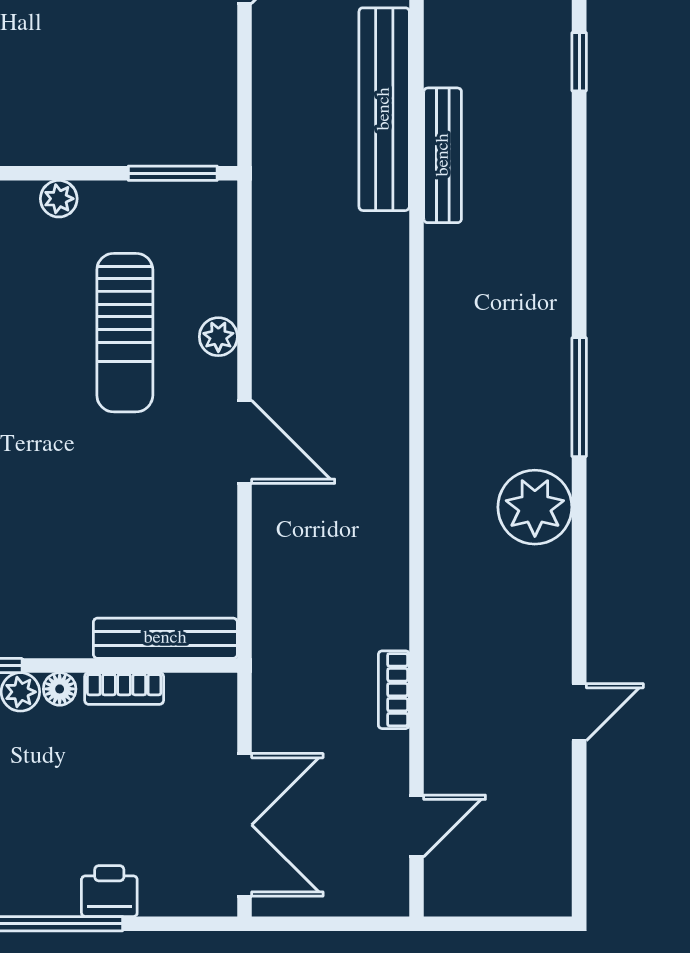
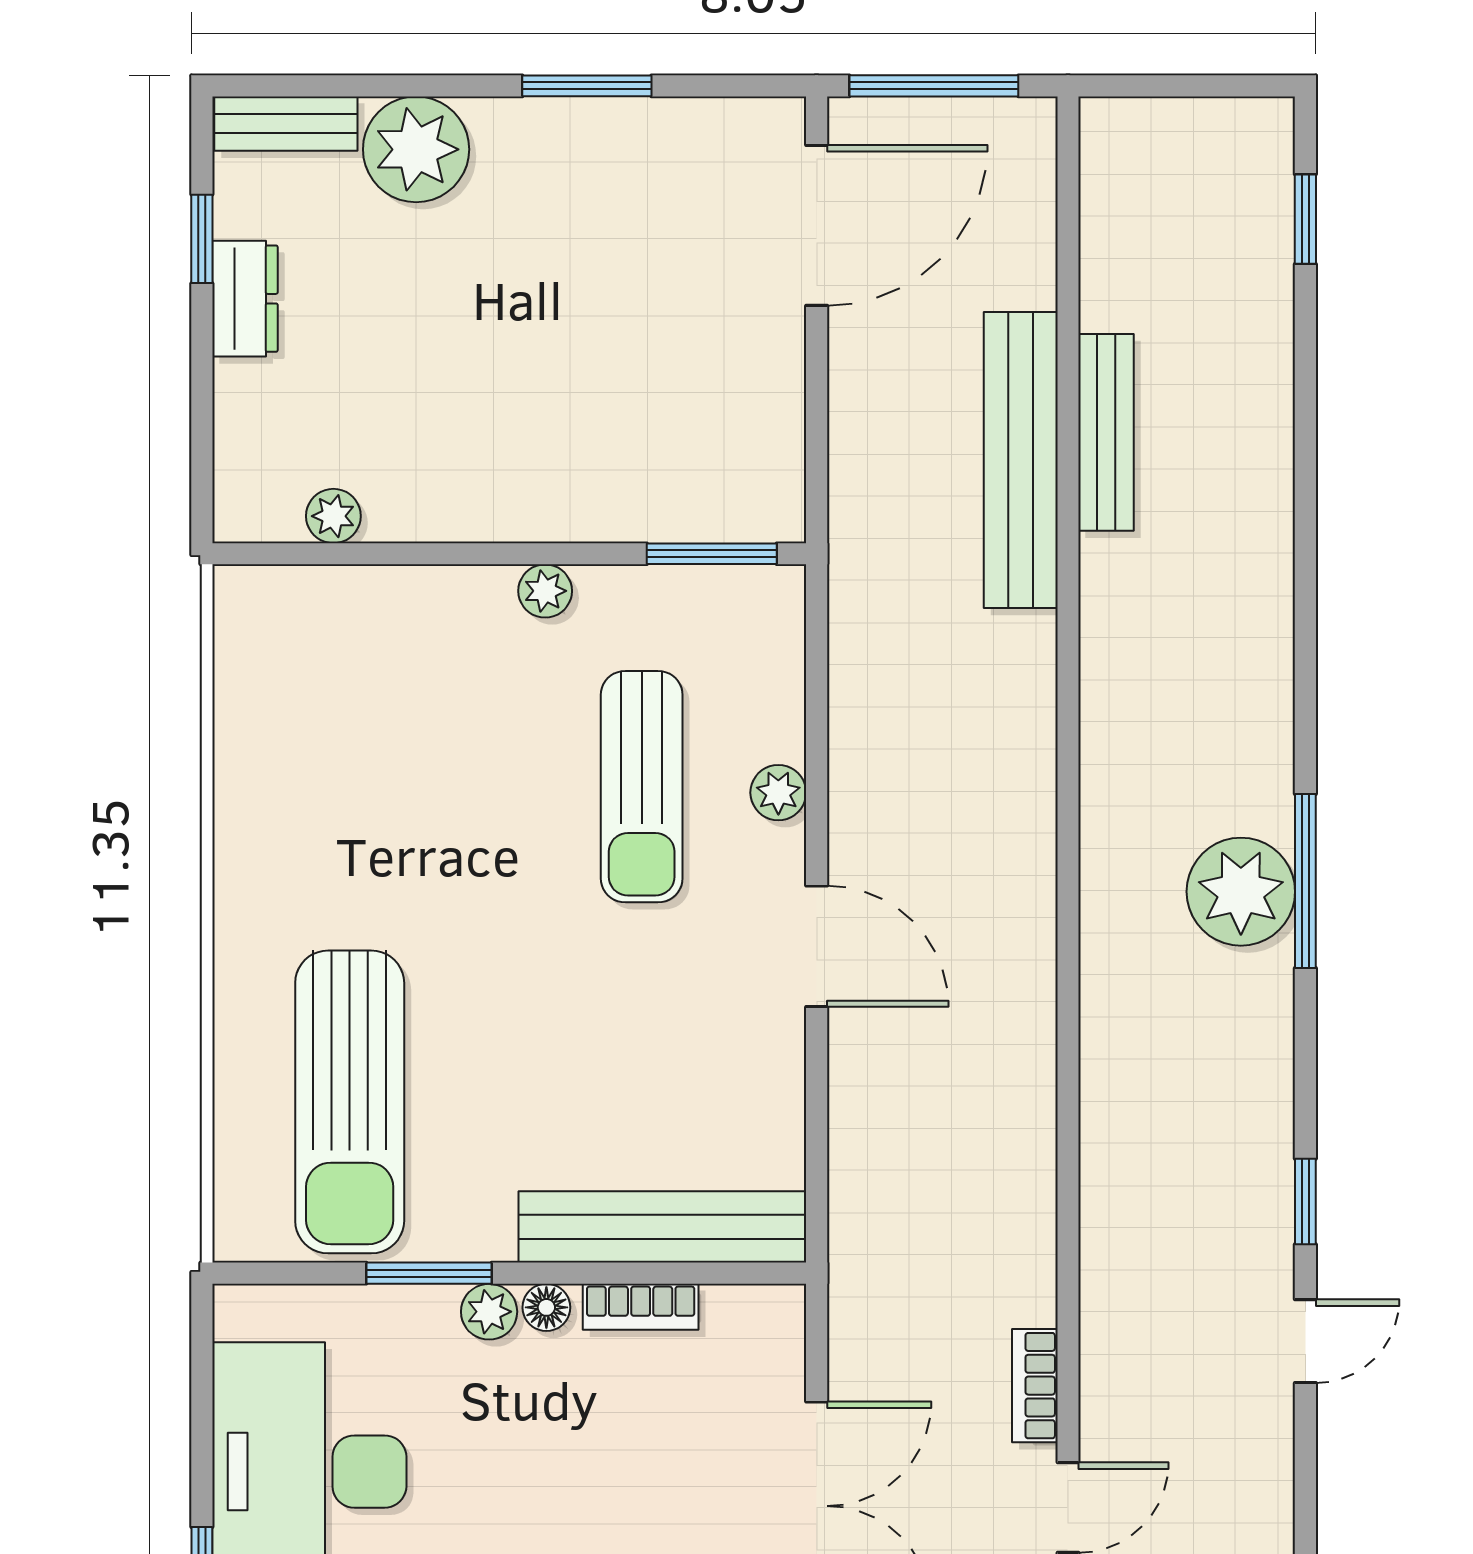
window: (579, 62) -> (1305, 1202), moved
bench: (443, 155) -> (1106, 432), moved
plant: (535, 507) -> (1241, 892), moved
bench: (165, 638) -> (662, 1227), width x1.37, depth x1.21
bookcase: (394, 690) -> (1035, 1386), moved

